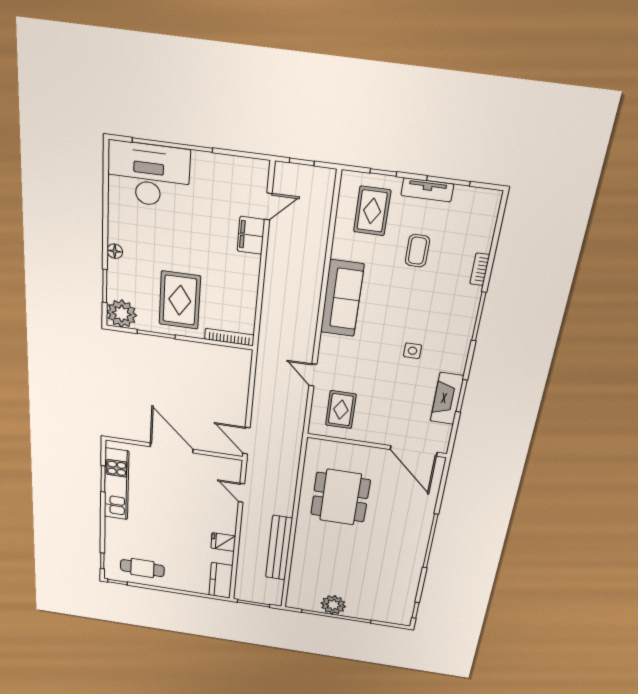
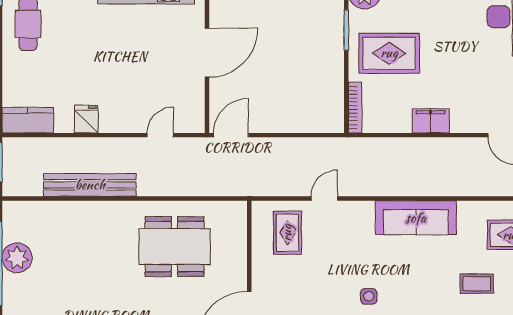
filing cabinet: (251, 235) -> (431, 121), moved
rug: (341, 410) -> (287, 233), turned 90

